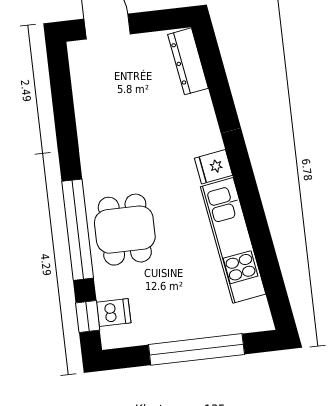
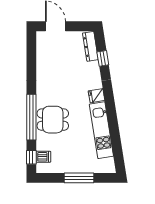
window: (218, 84) -> (103, 58), added
dining table: (125, 230) -> (53, 120), turned 90
window: (196, 349) -> (79, 178), width x0.68

